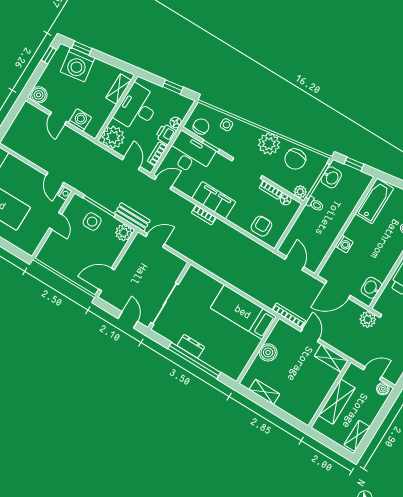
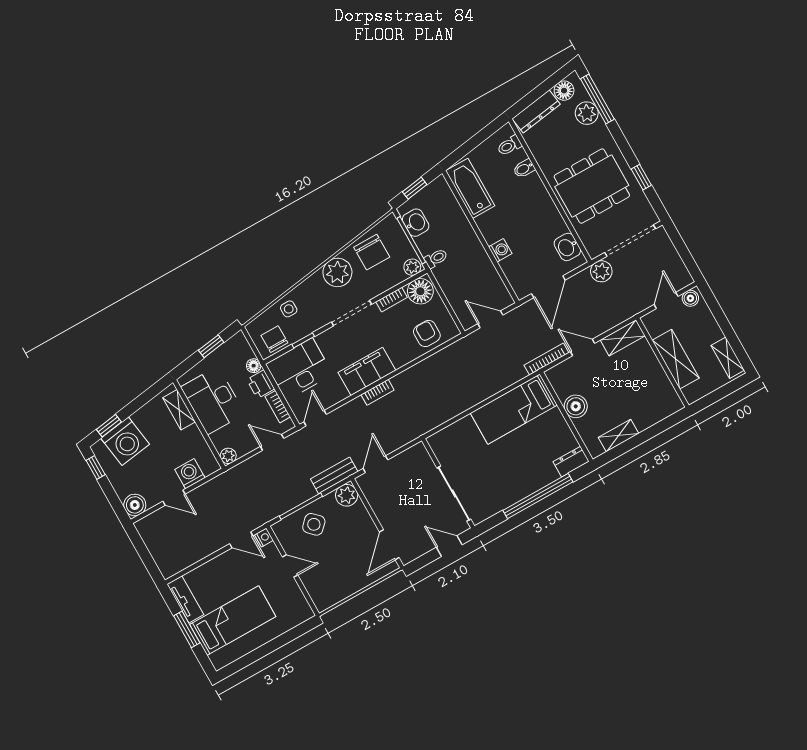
plant: (113, 137) -> (228, 456), width x0.53, depth x0.53
floor lamp: (286, 200) -> (420, 291), width x1.89, depth x1.89
side table: (92, 222) -> (314, 524), turned 45
dresser: (191, 346) -> (571, 462), moved

